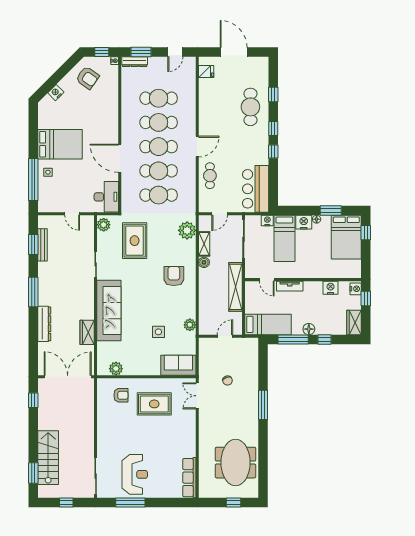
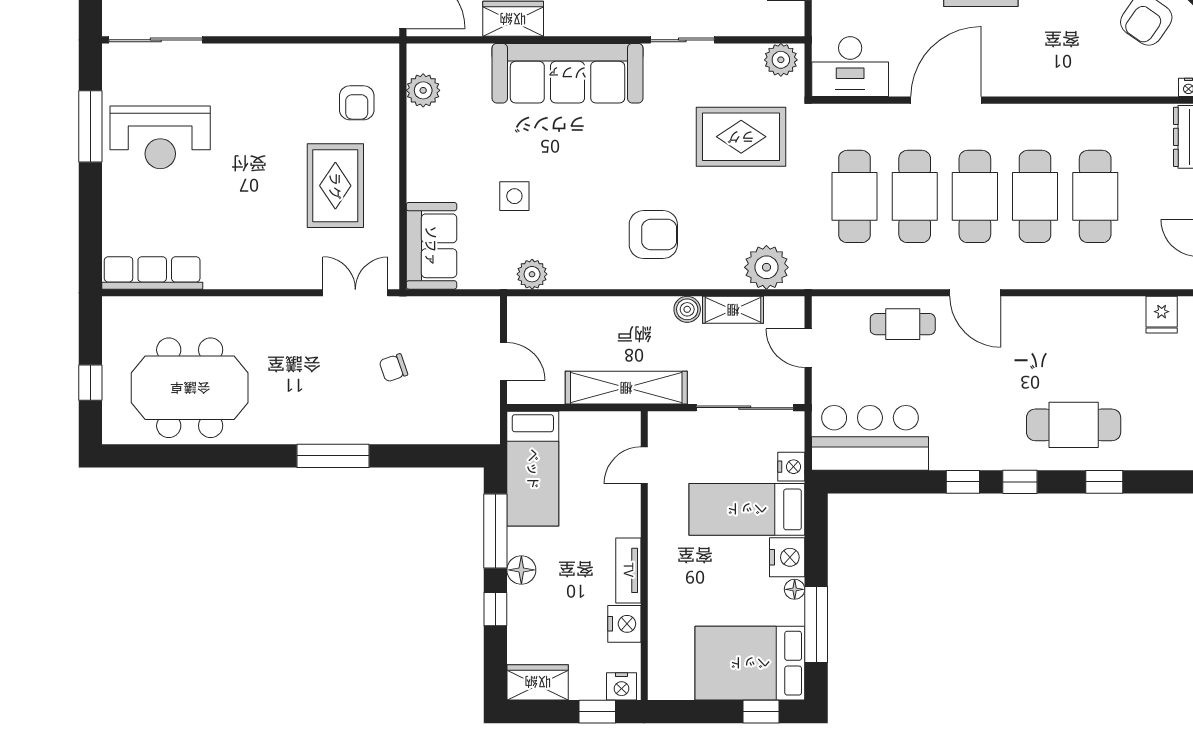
window: (331, 210) -> (816, 625), width x1.44
tv unit: (290, 286) -> (628, 570), moved

